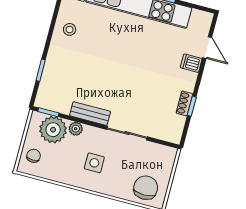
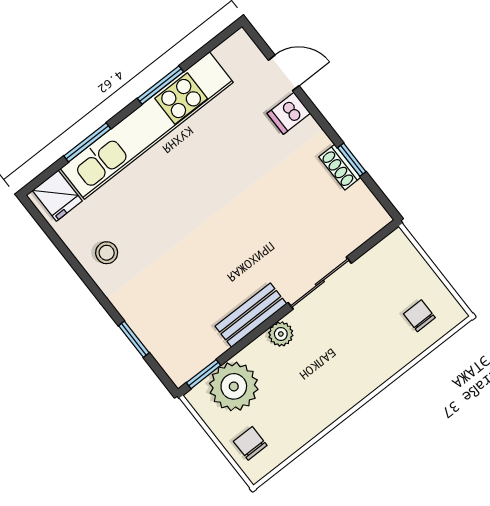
plant: (76, 129) -> (281, 334), moved
side table: (94, 163) -> (327, 363), removed
chair: (146, 188) -> (419, 316), width x0.54, depth x0.54

